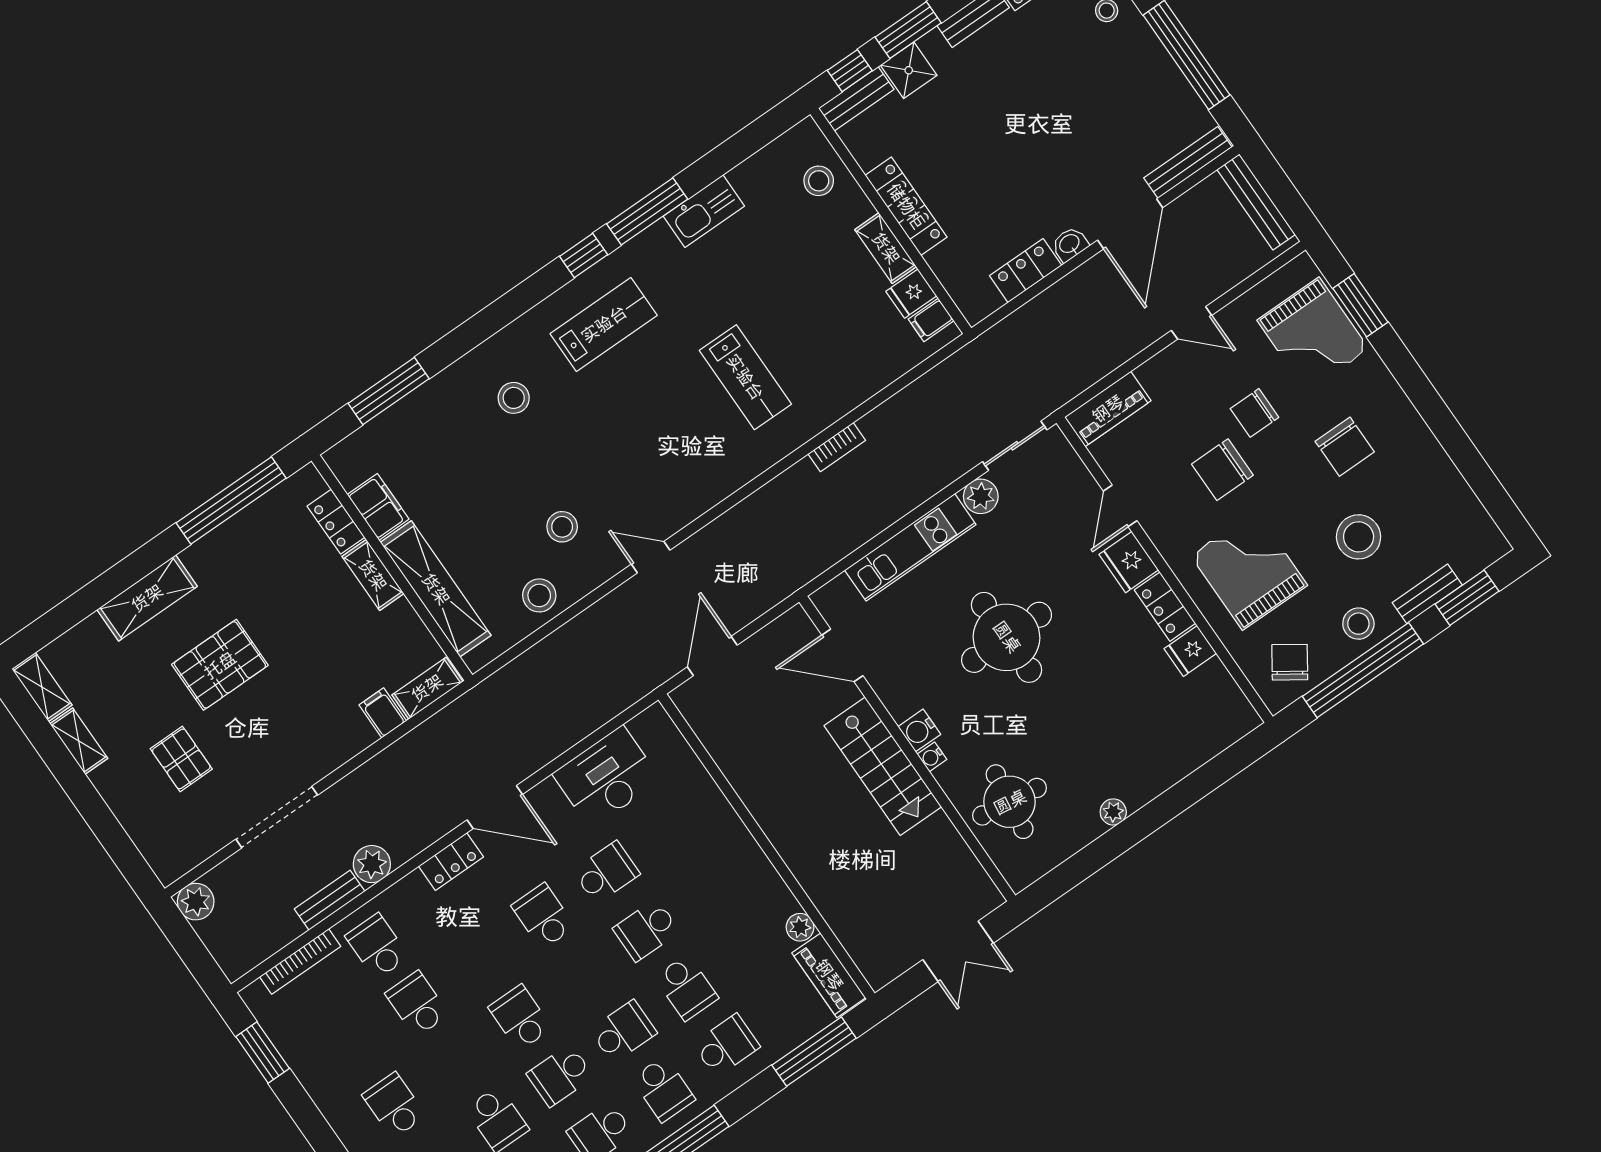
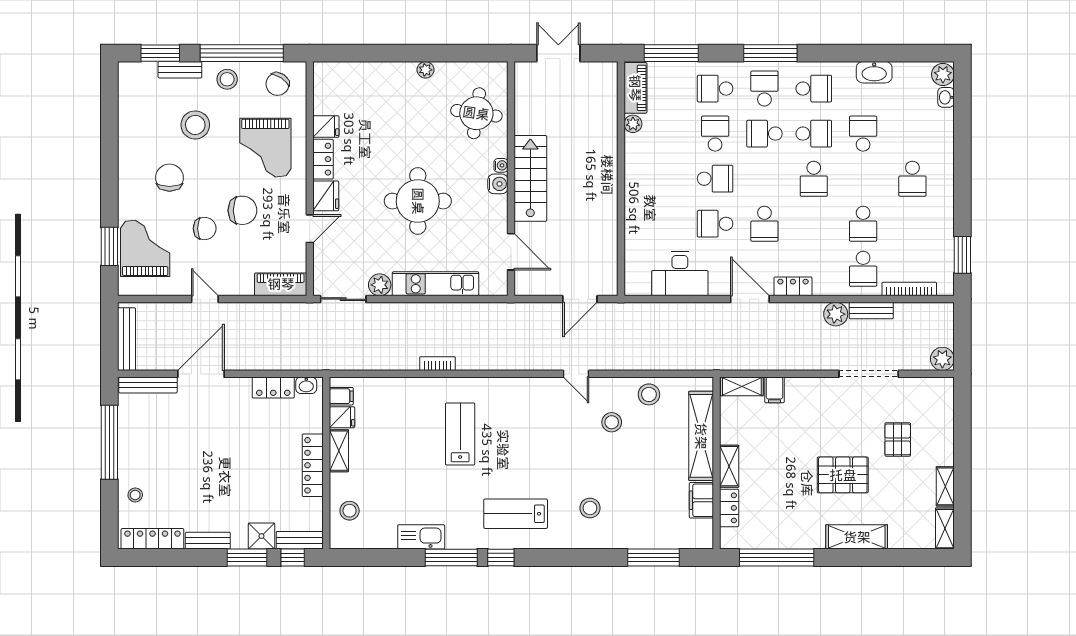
washbasin: (1070, 244) -> (306, 385), moved

